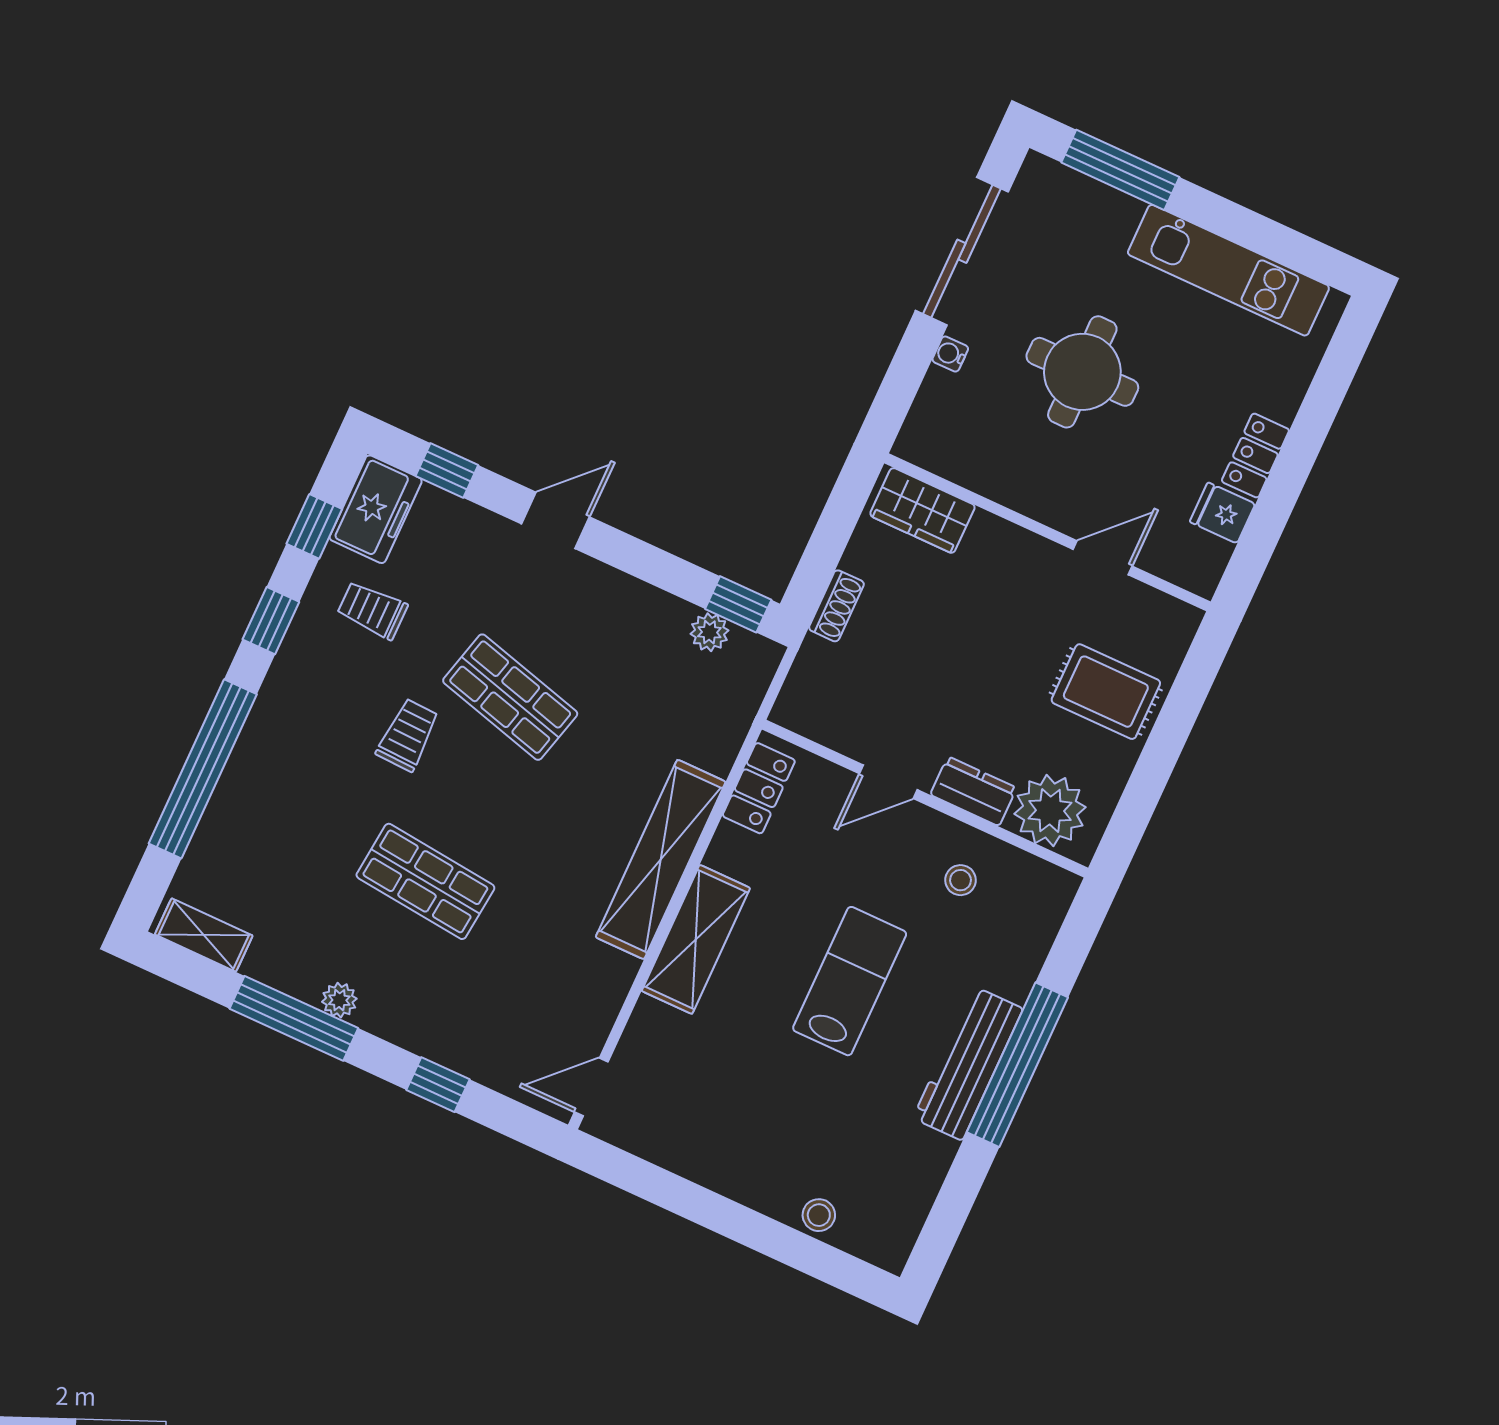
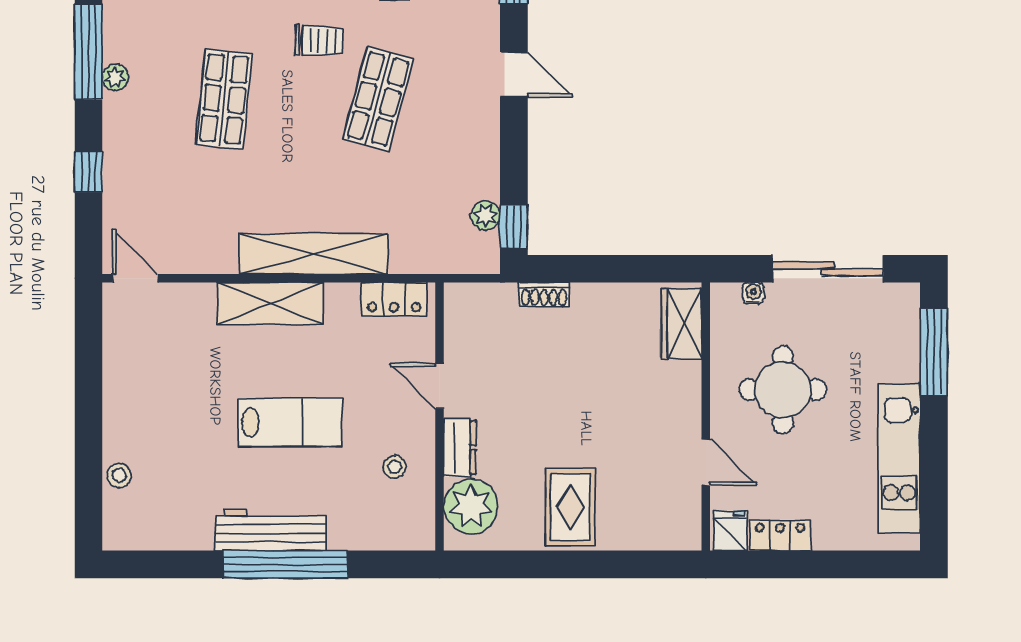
wardrobe: (922, 510) -> (681, 324), moved
wall: (1047, 532) -> (706, 417), moved
door: (1103, 558) -> (706, 463), moved

